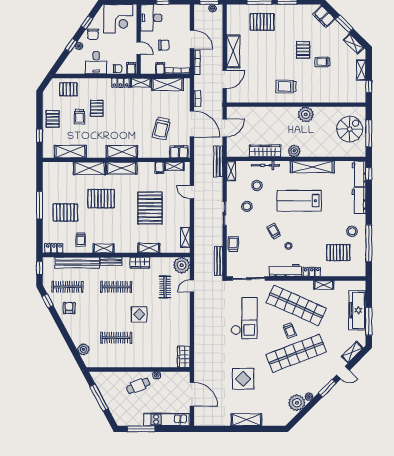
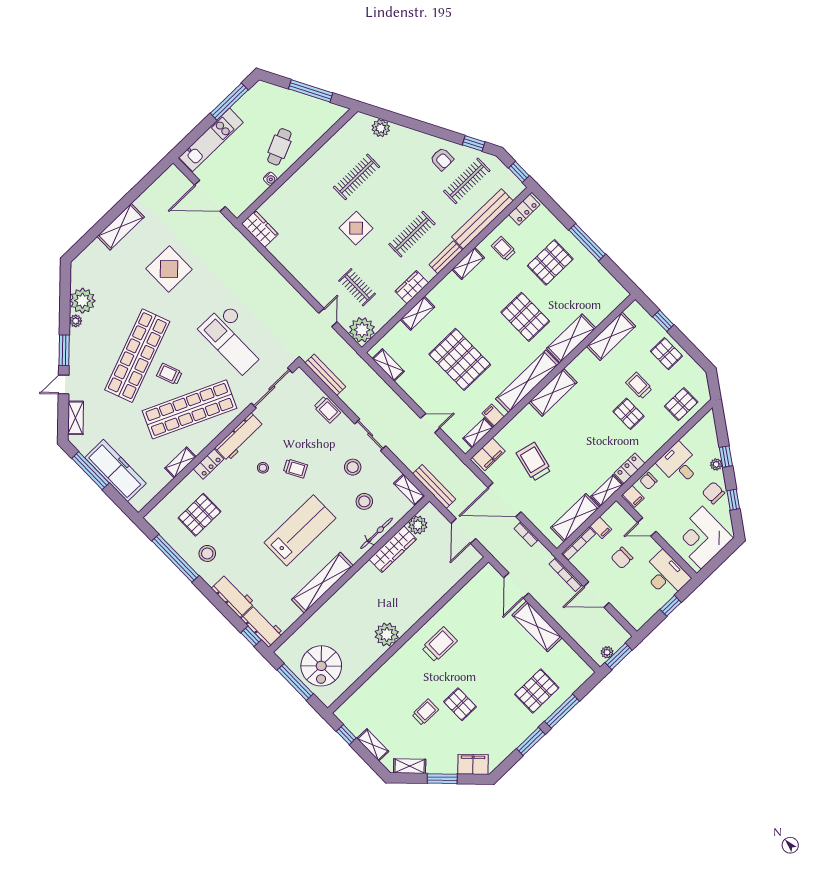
plant: (294, 151) -> (418, 525), moved
shelving: (122, 168) -> (527, 381), width x1.47
pallet: (101, 199) -> (525, 317), turned 90

